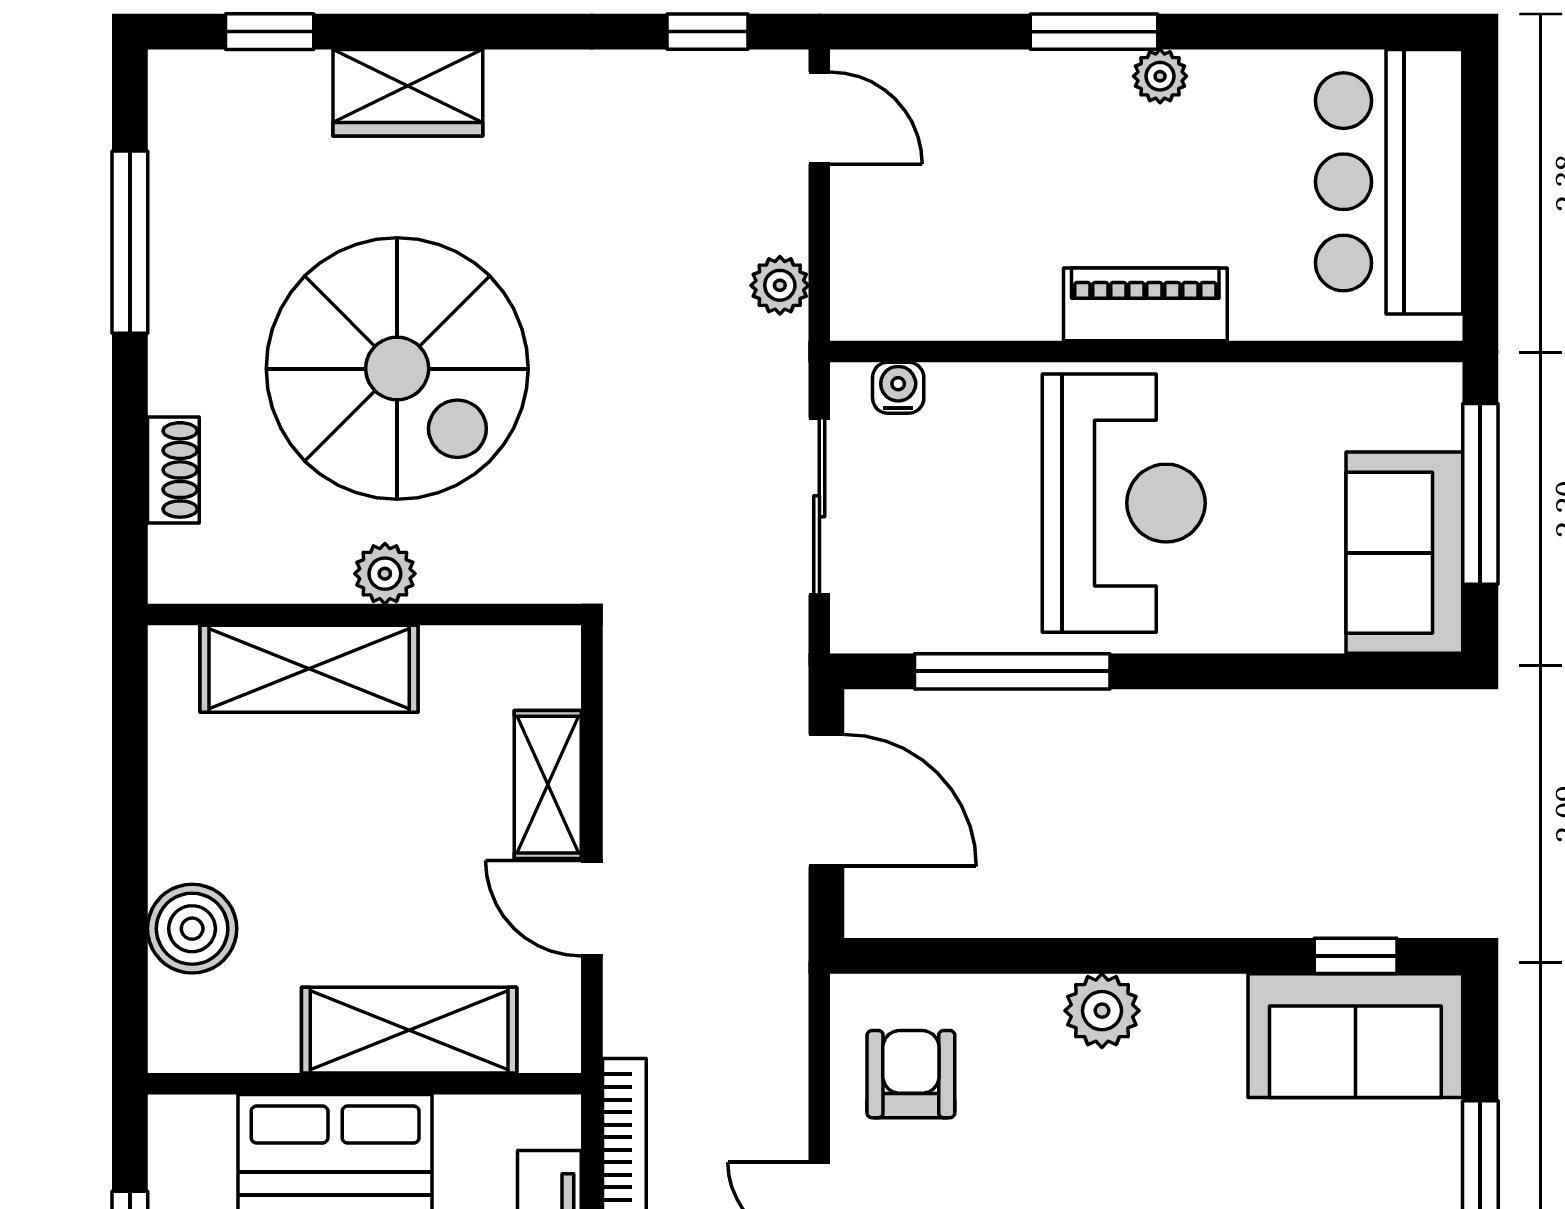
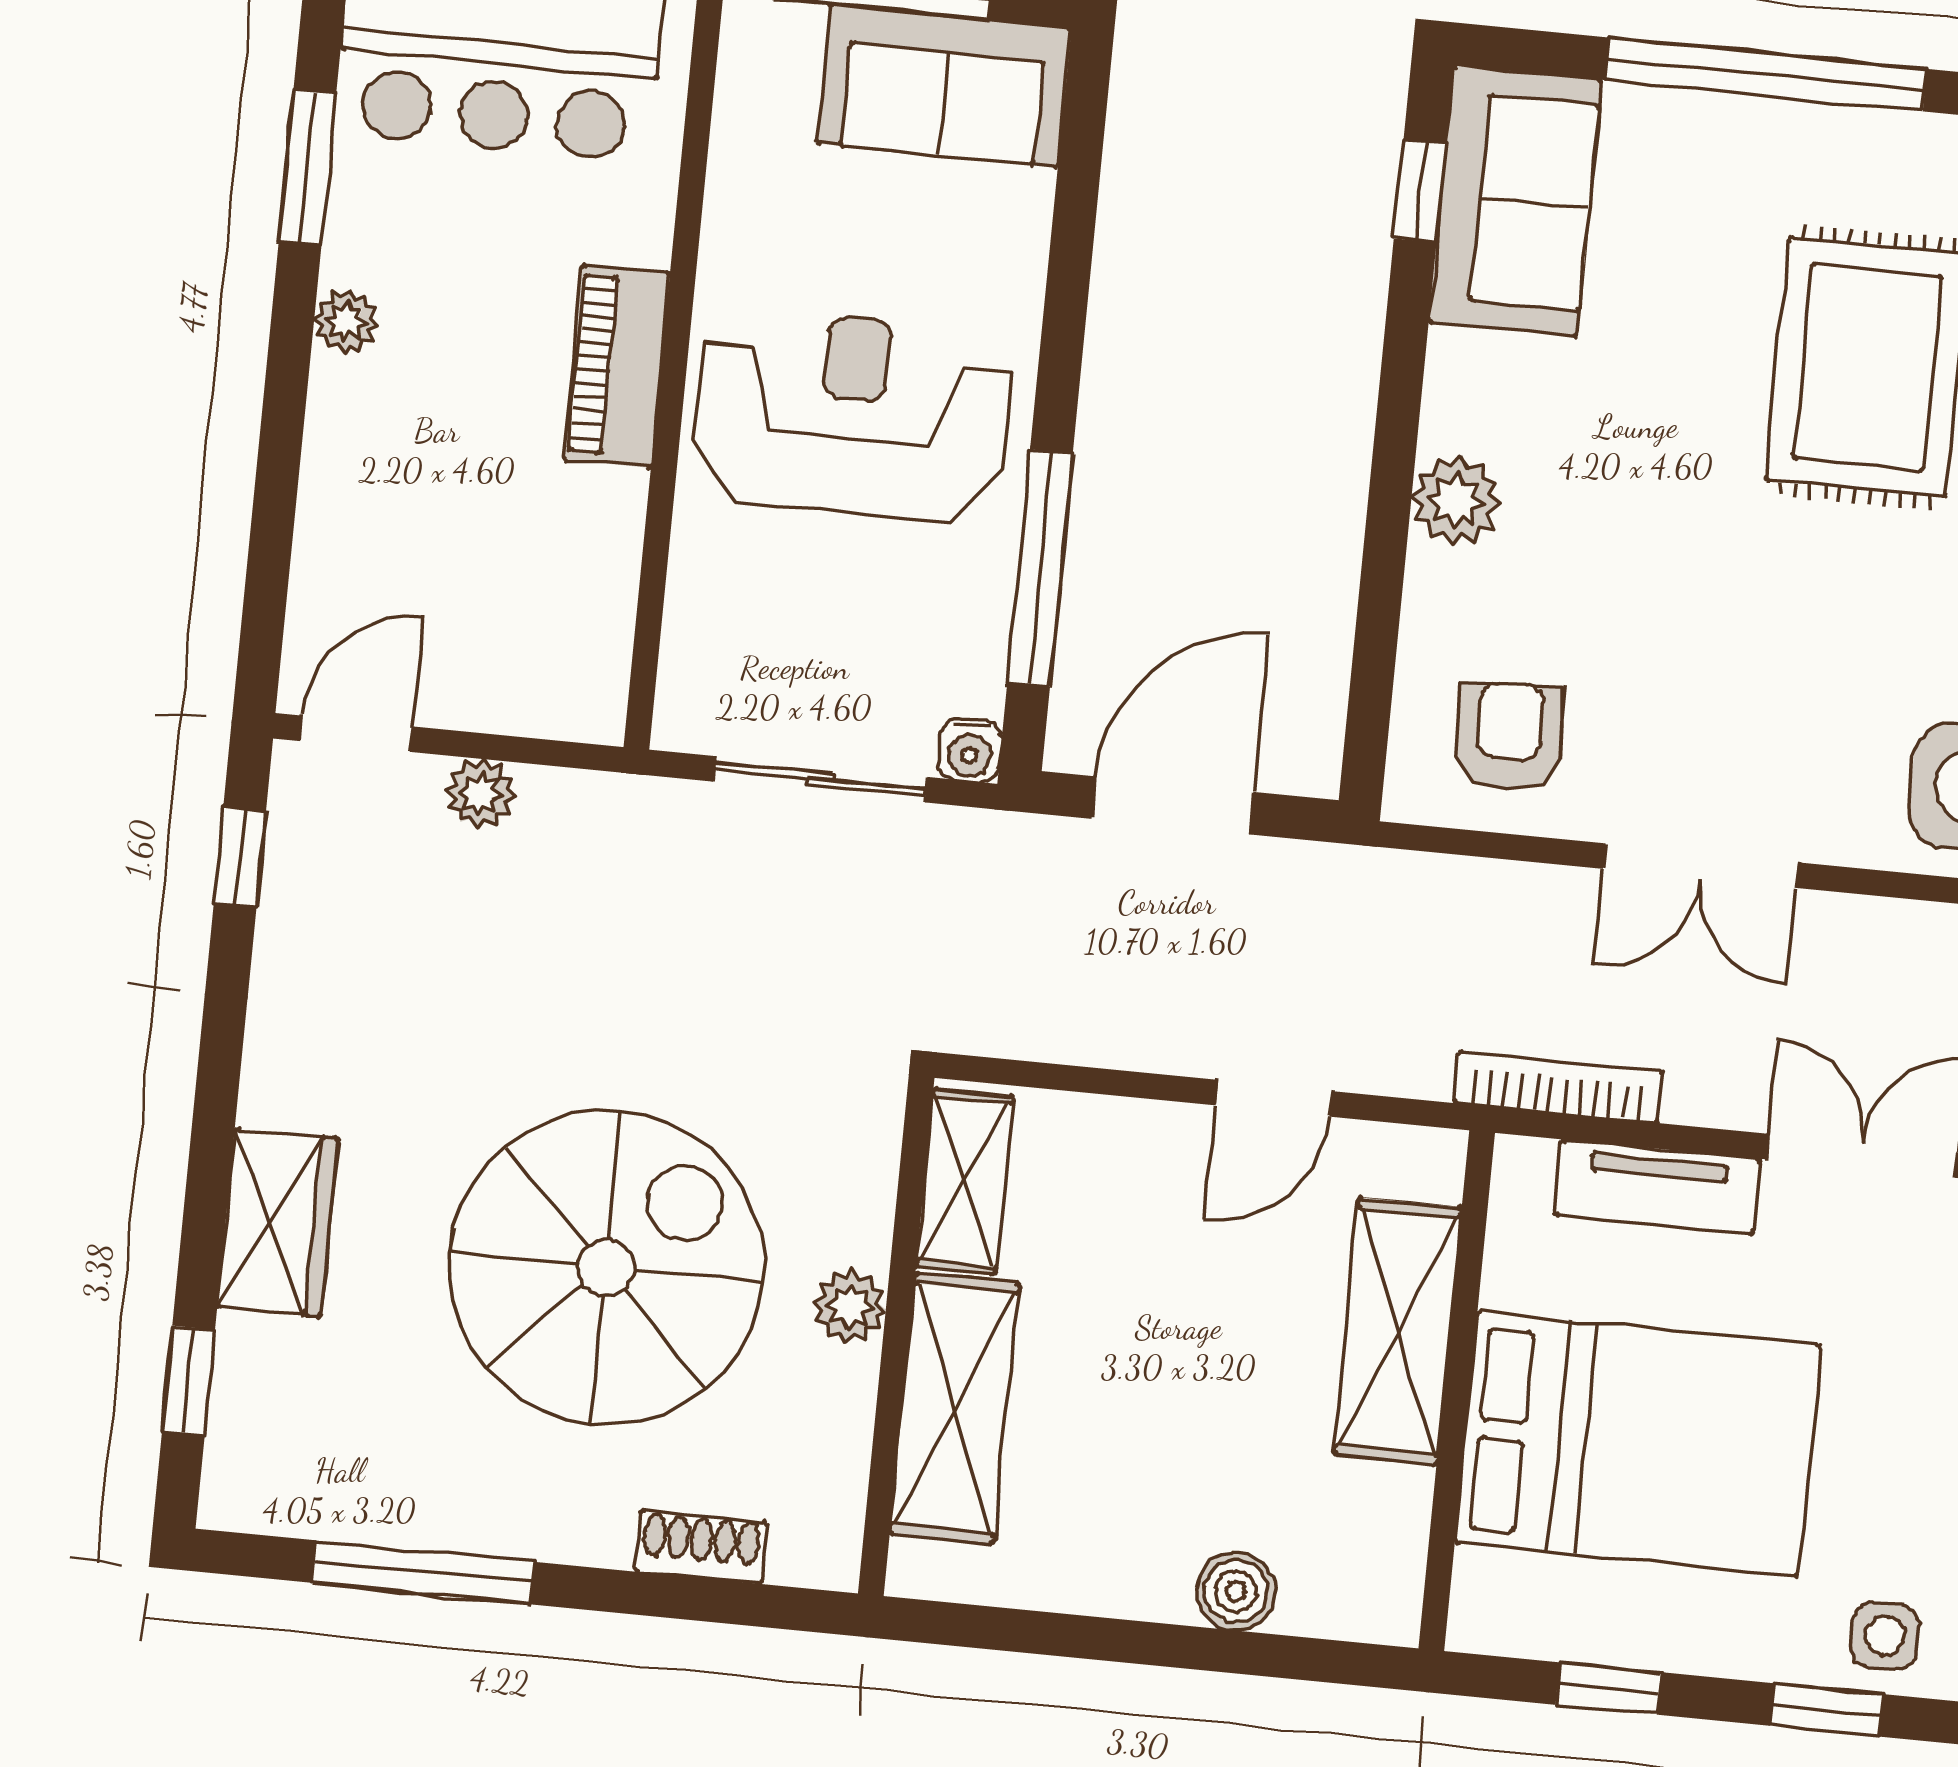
window: (1094, 32) -> (308, 167), moved
plant: (780, 285) -> (480, 794), moved
water cooler: (898, 388) -> (970, 750), moved, turned -90
shelving: (548, 785) -> (964, 1181), moved, turned 90
boiler: (192, 929) -> (1236, 1591), width x0.73, depth x0.73
armchair: (911, 1074) -> (1509, 736), turned 87

